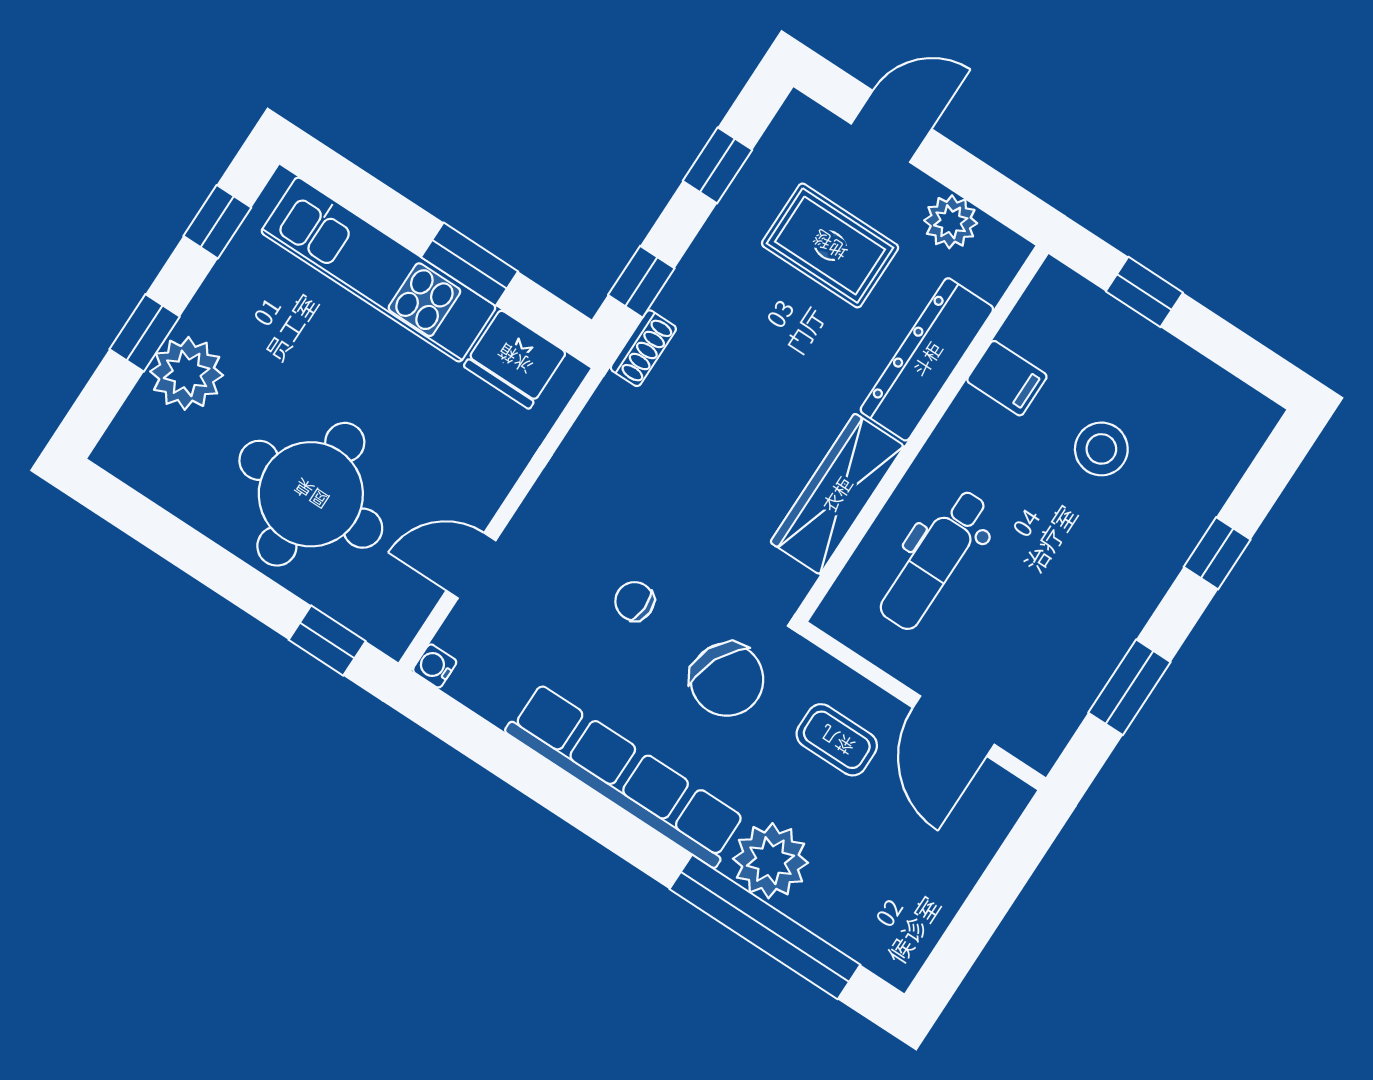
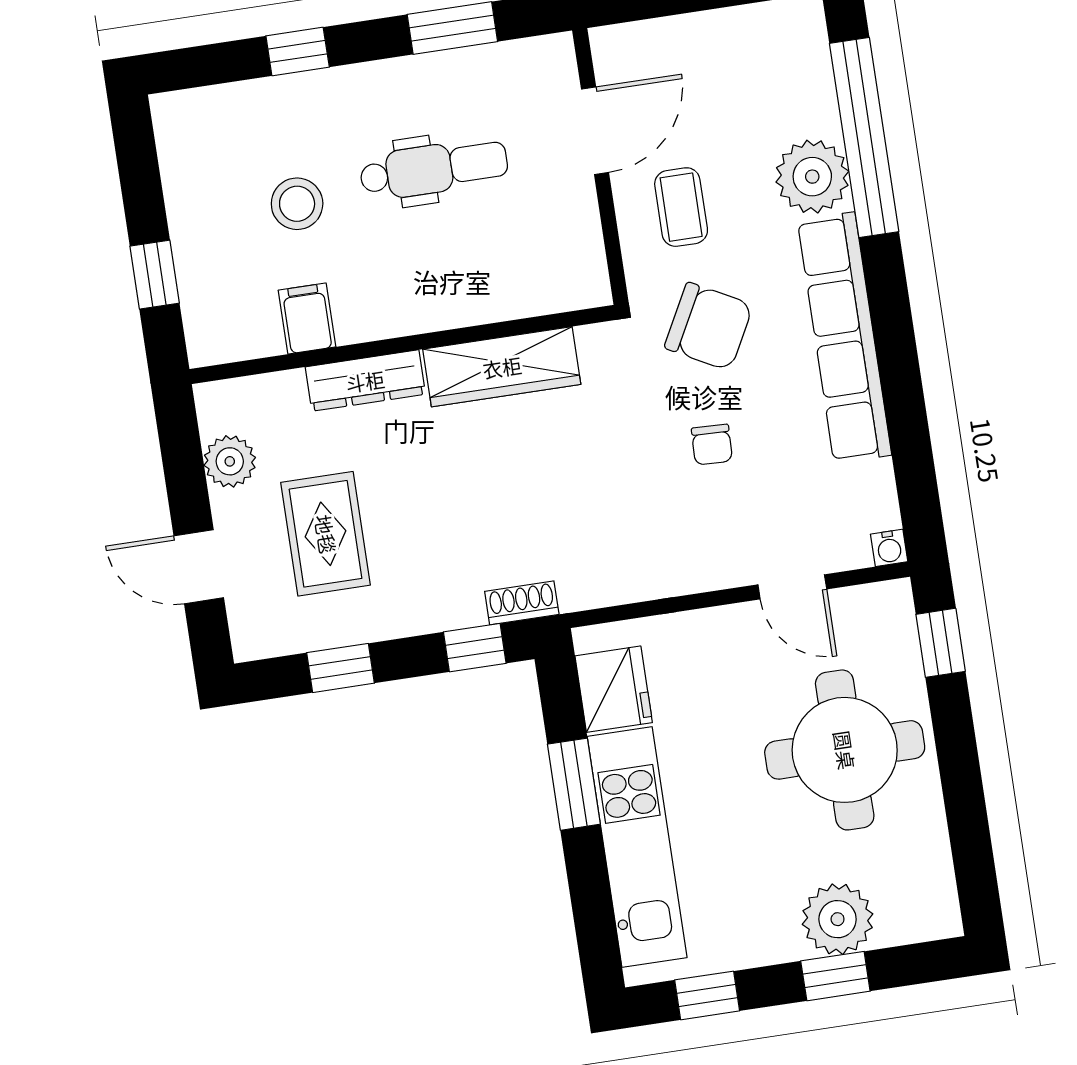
dresser: (927, 359) -> (365, 381), width x0.73, depth x0.80
dental chair: (935, 560) -> (434, 169), moved
chair: (727, 679) -> (709, 326), turned 93

